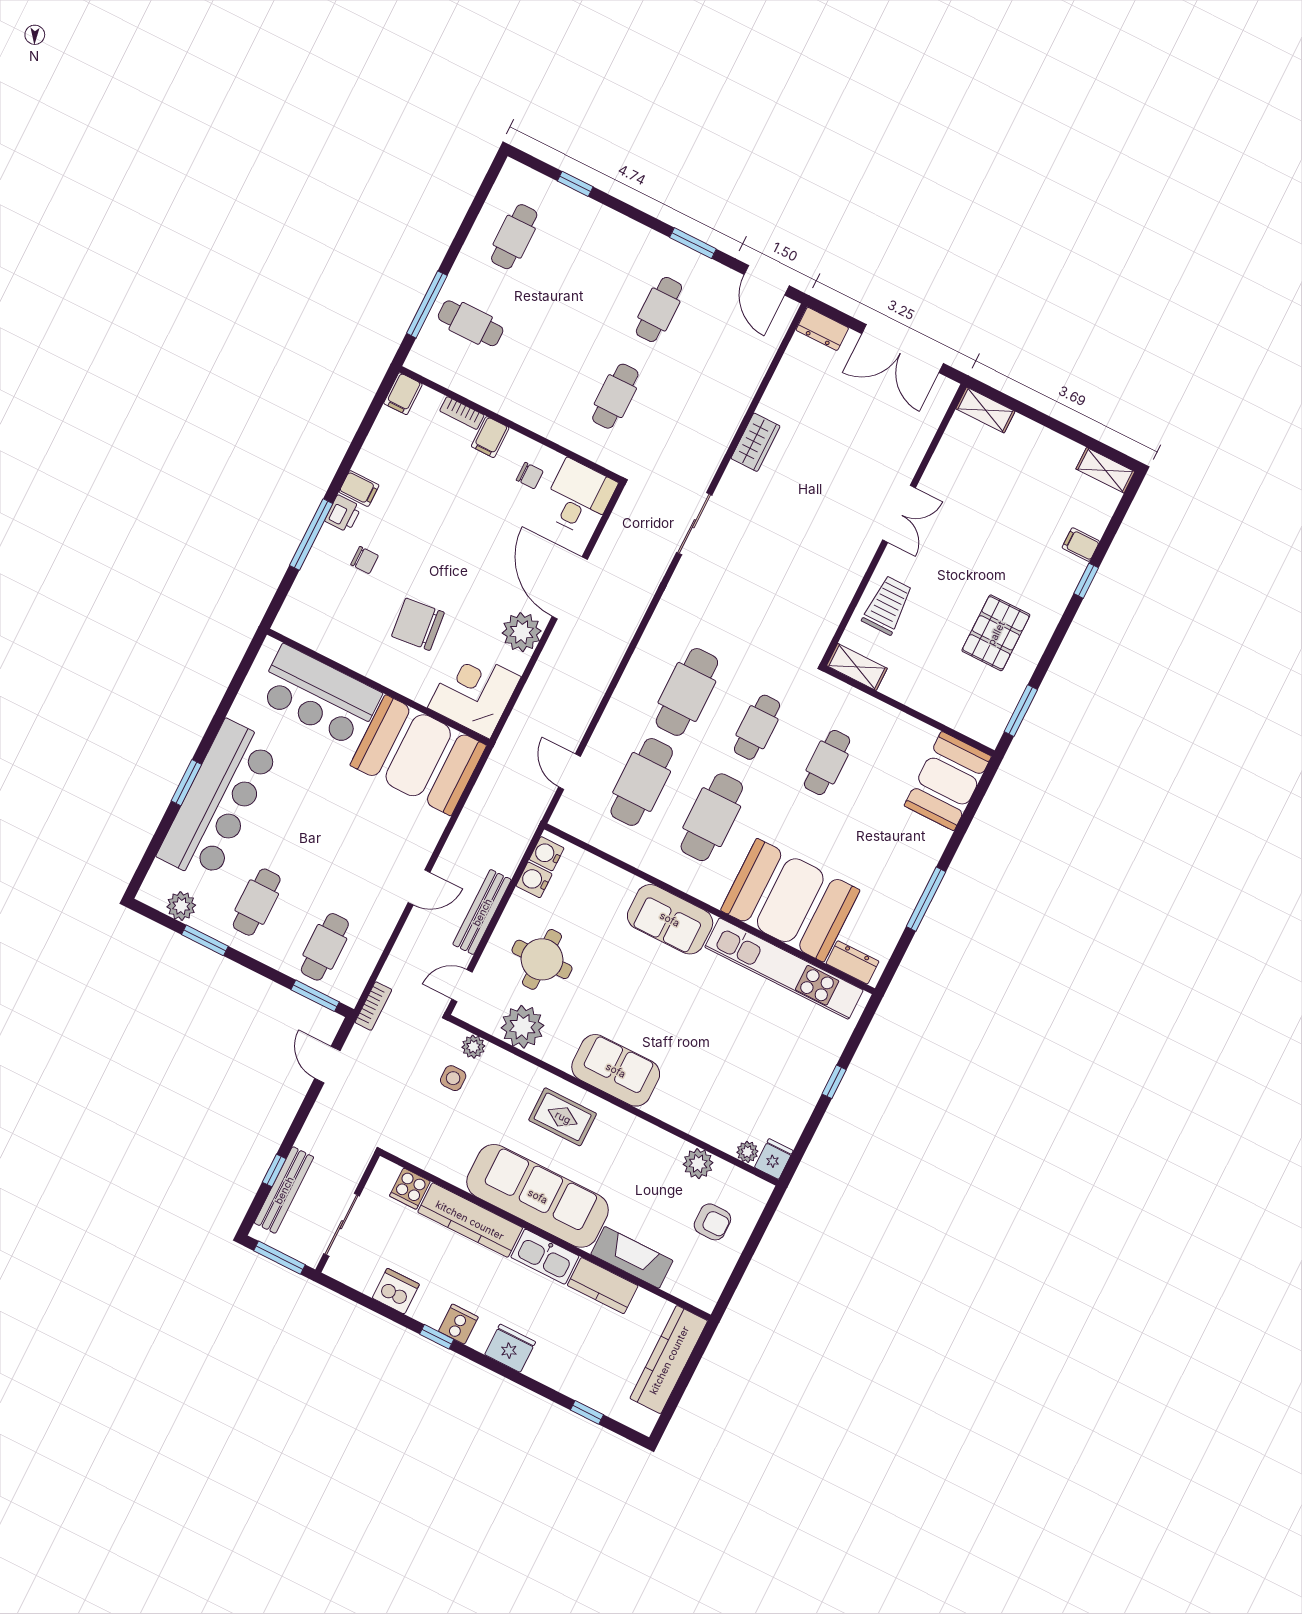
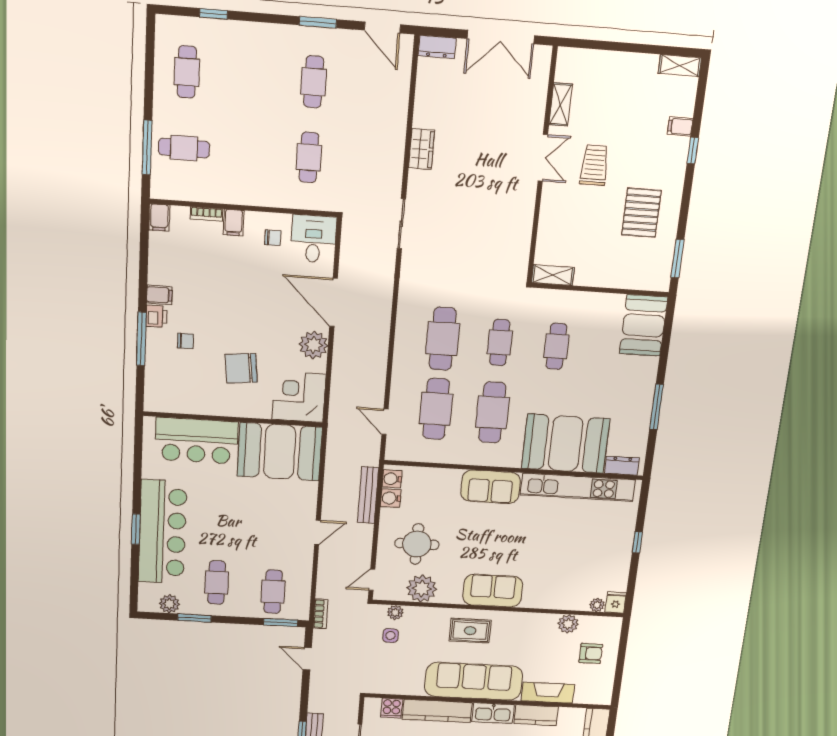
shelving: (985, 410) -> (561, 104), moved, turned 90
trolley: (887, 605) -> (594, 165), moved
bench: (482, 912) -> (368, 495), moved

